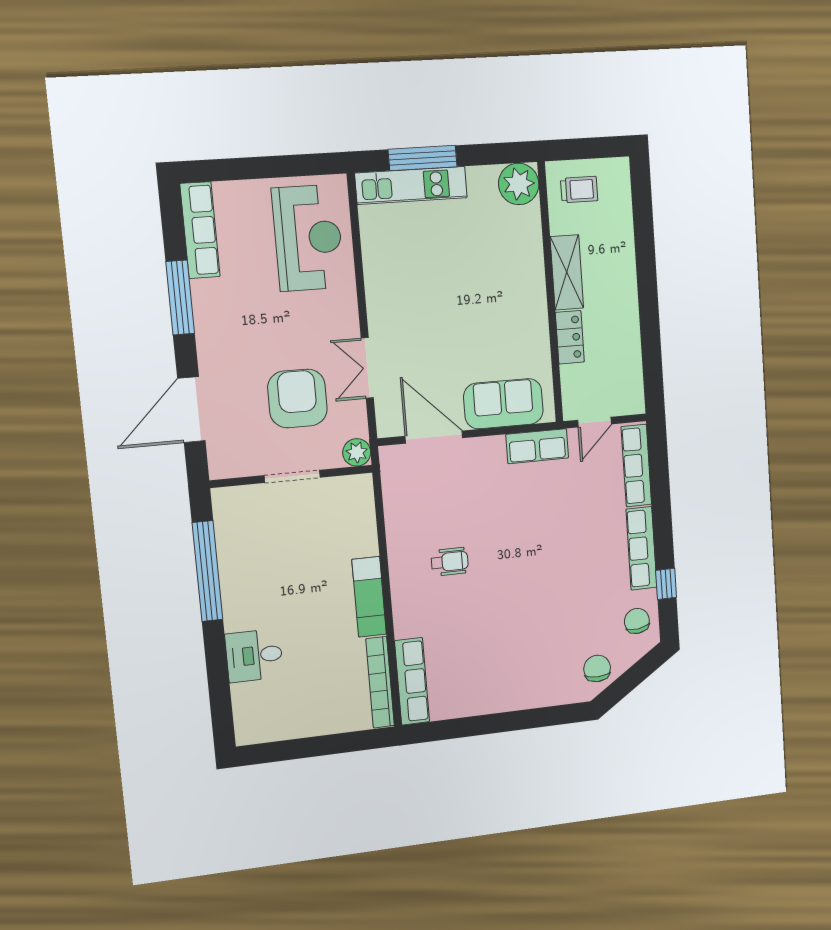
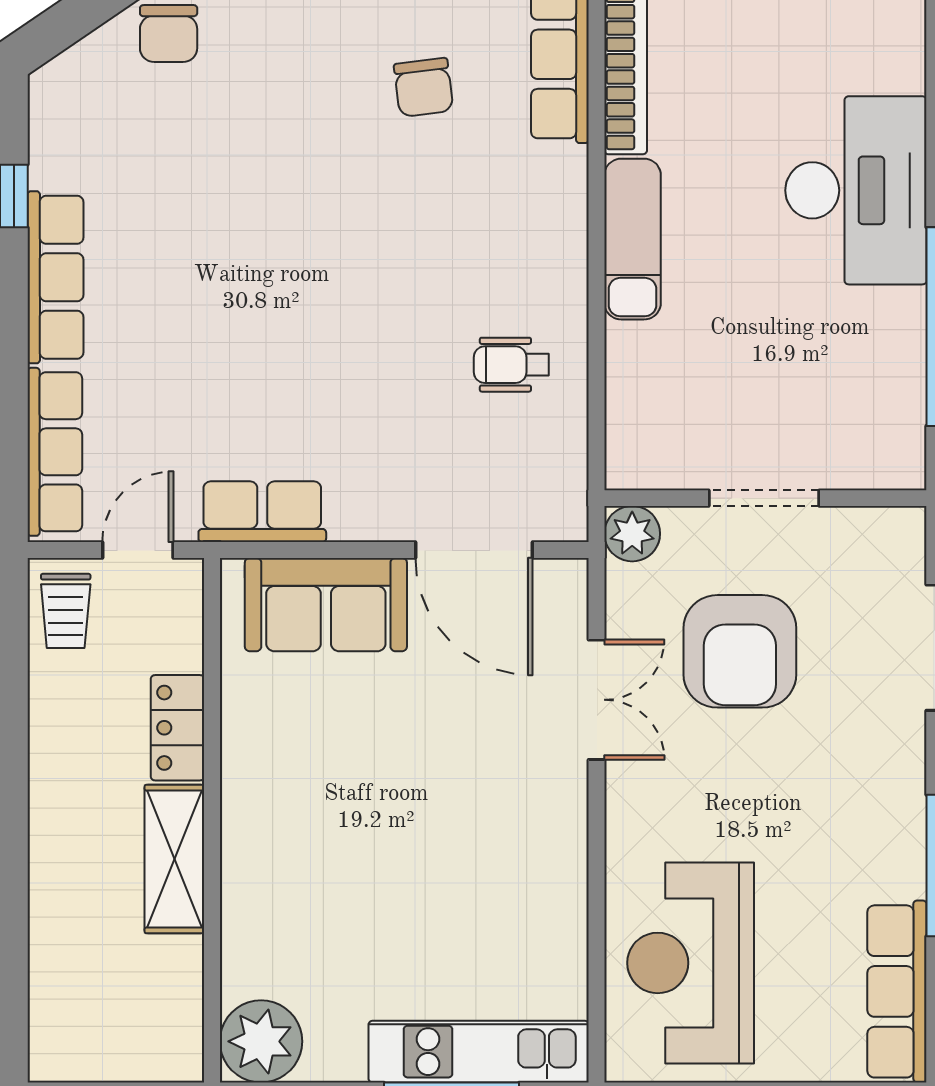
trolley: (579, 190) -> (66, 611), moved, turned -90
wheelchair: (450, 562) -> (511, 365), moved
chair: (637, 621) -> (424, 87), moved
desk: (254, 655) -> (856, 190), width x1.87, depth x1.30

